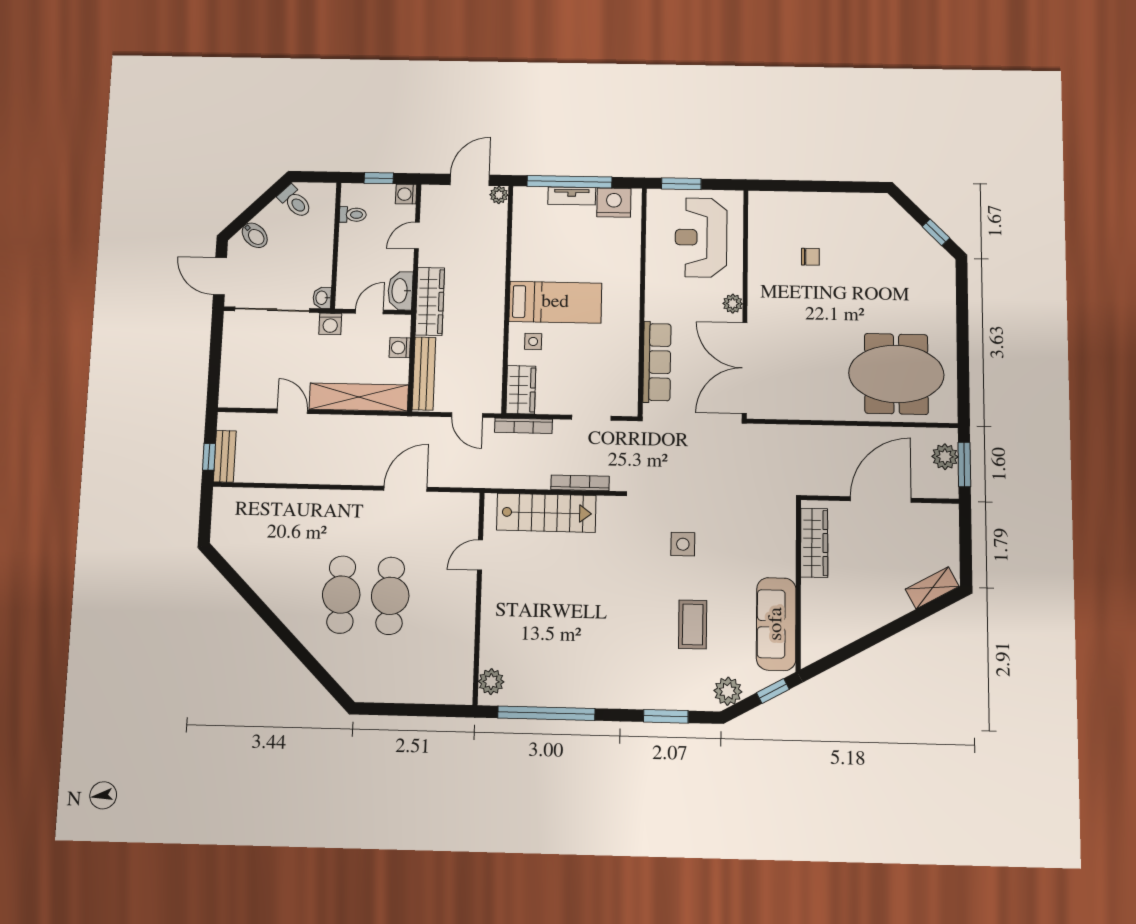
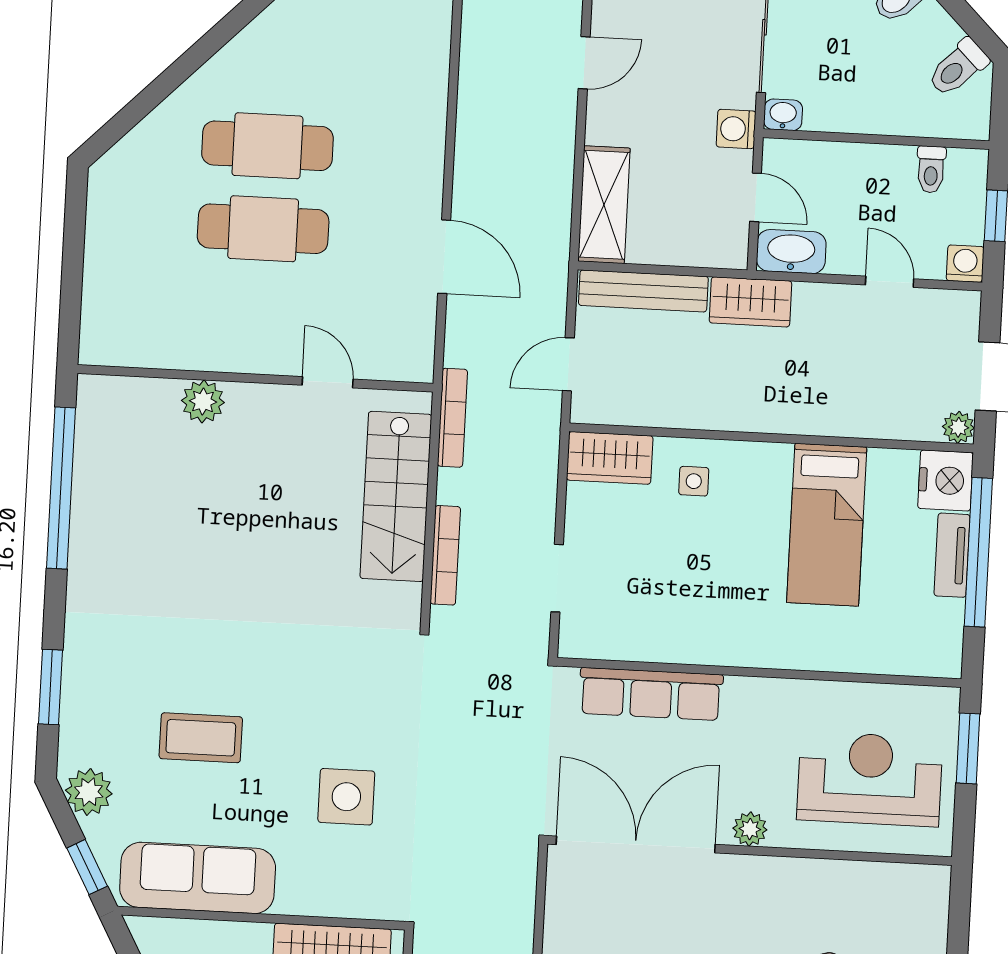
nightstand: (614, 203) -> (945, 480), moved
wardrobe: (430, 301) -> (750, 302), width x0.67
bed: (555, 302) -> (827, 525), moved
washing machine: (400, 348) -> (690, 250), removed
shelving: (359, 397) -> (604, 205), width x0.68
bookcase: (524, 426) -> (452, 418), moved, turned 180
side table: (683, 544) -> (346, 797), moved, width x1.37, depth x1.37
plant: (491, 682) -> (203, 401), moved

